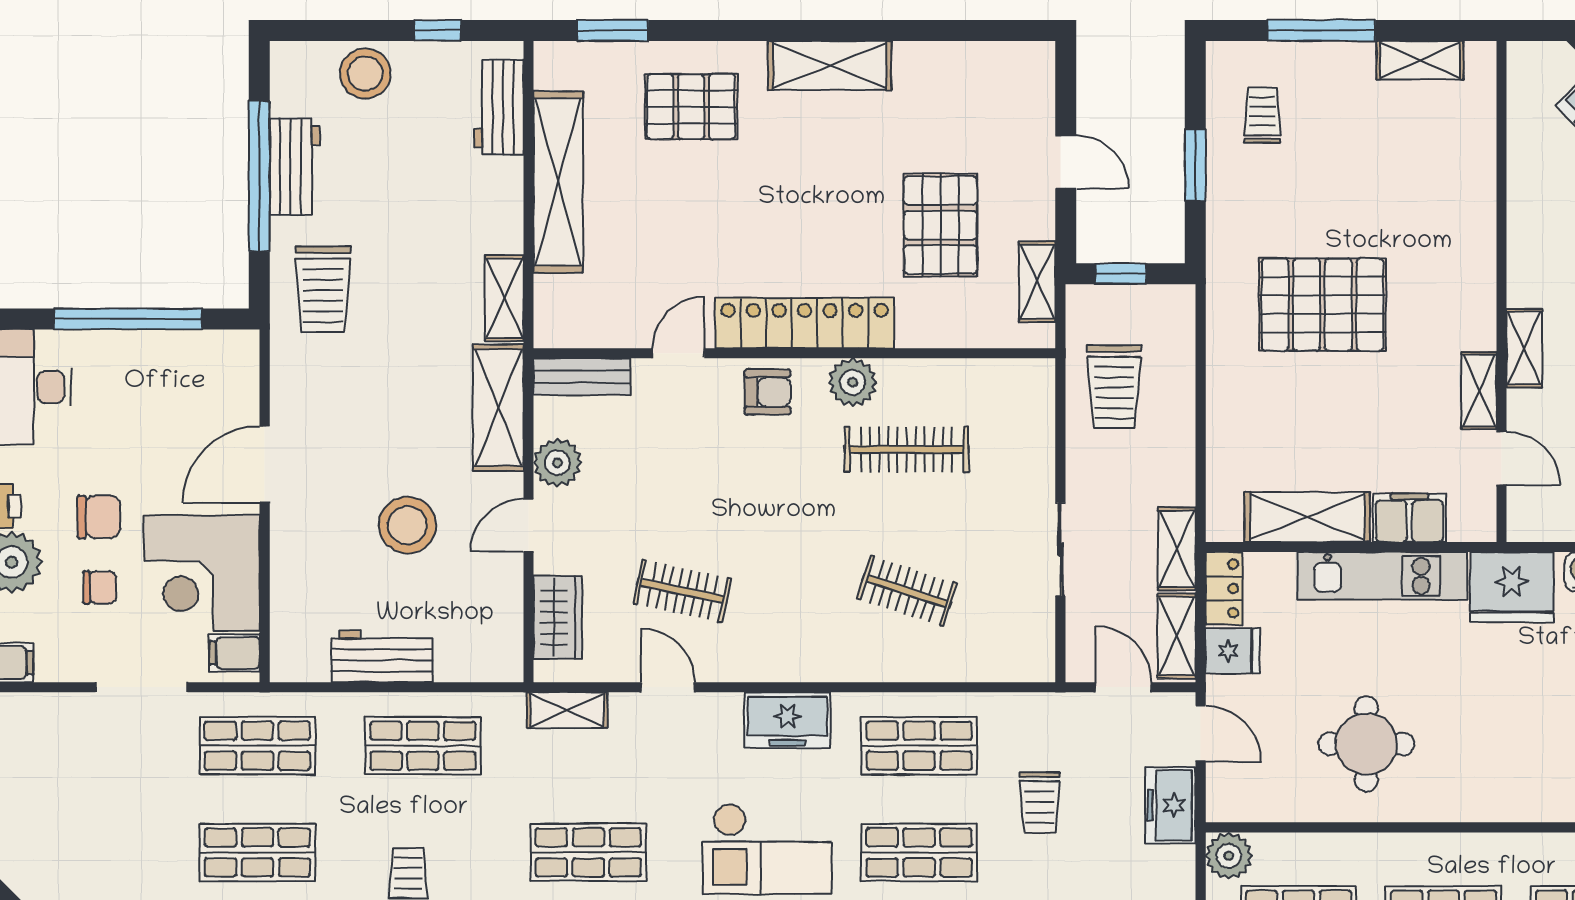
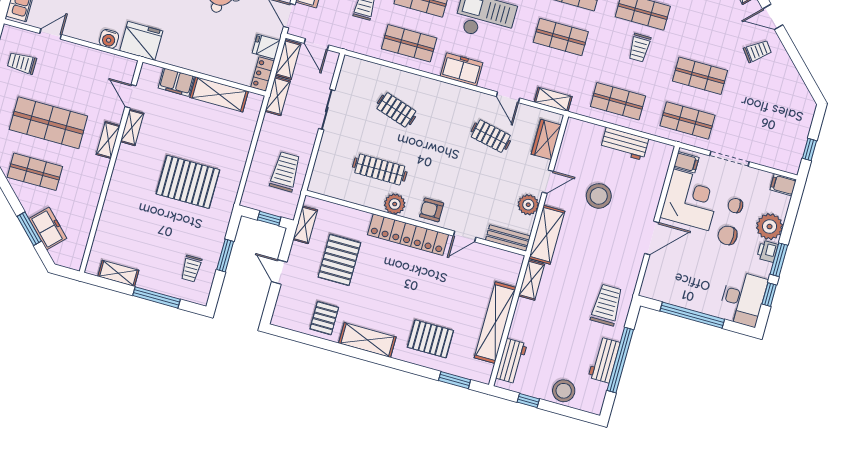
pallet: (938, 87) -> (324, 318), added
kitchen unit: (1382, 576) -> (195, 61), removed

